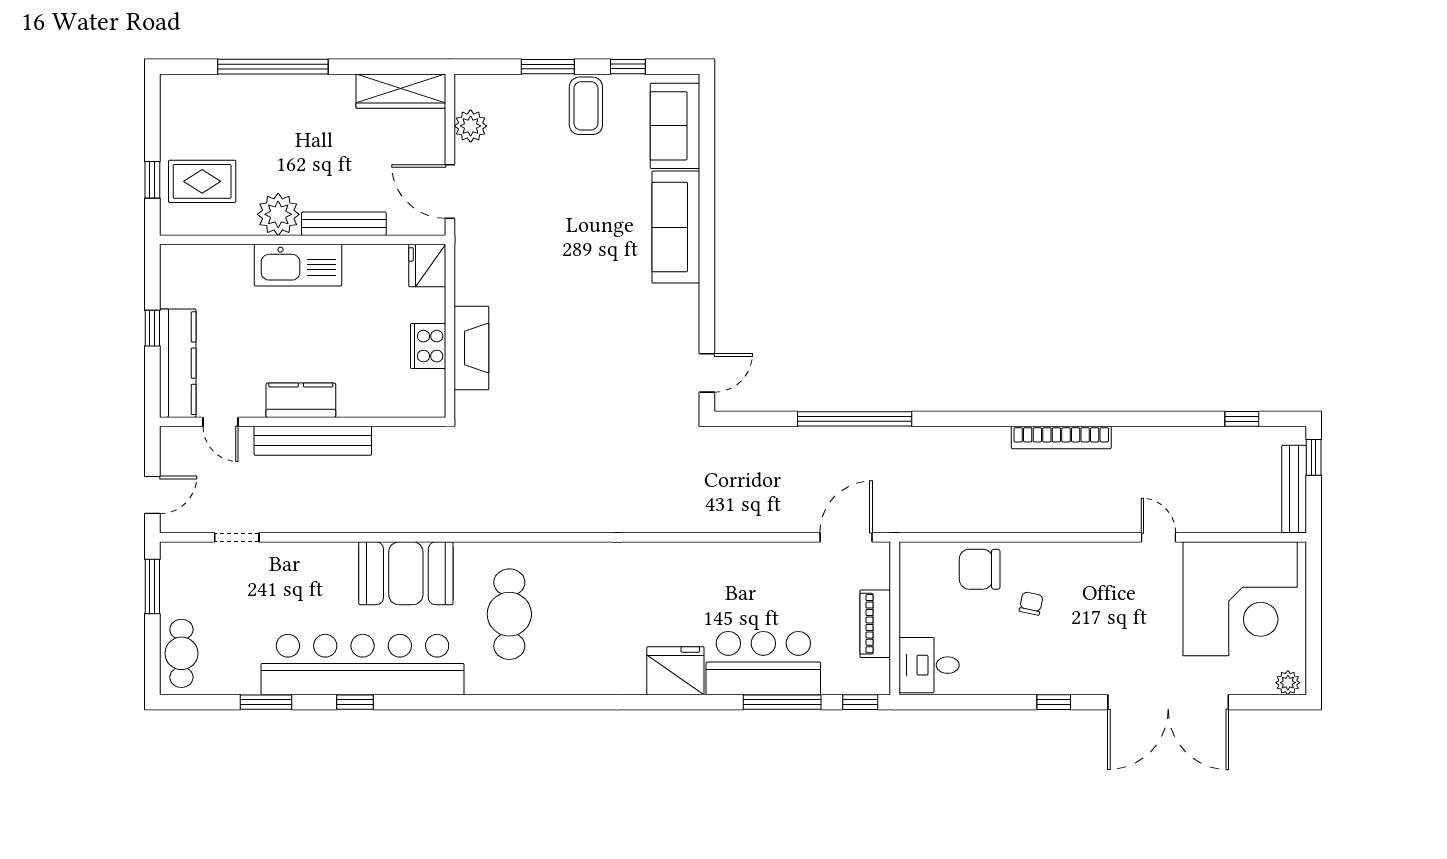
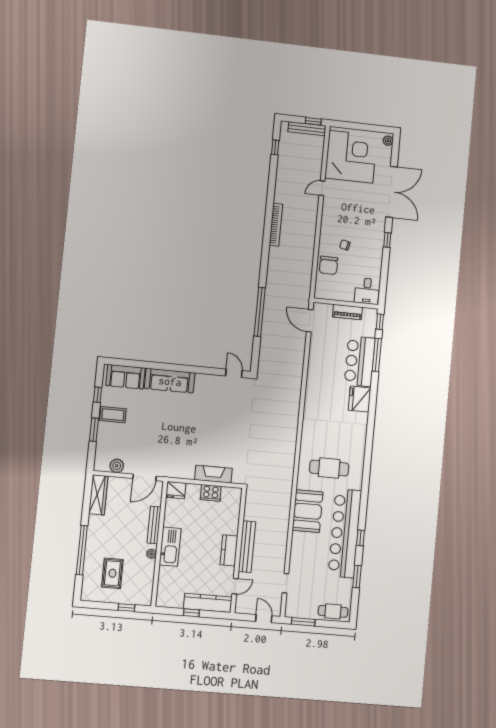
rug: (202, 181) -> (112, 573), moved
plant: (278, 214) -> (151, 554), width x0.53, depth x0.53
window: (1314, 457) -> (313, 121), moved

